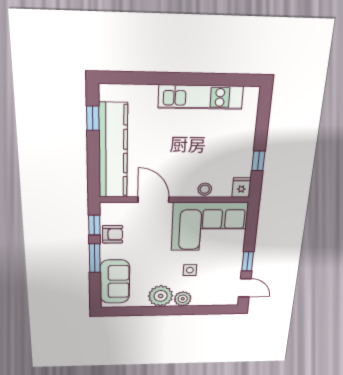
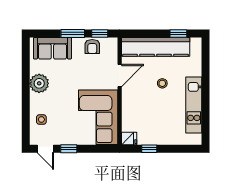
stool: (205, 189) -> (162, 83), moved
side table: (190, 270) -> (41, 120), moved
door: (245, 288) -> (45, 149), hinge flipped
plant: (183, 299) -> (36, 101), removed

